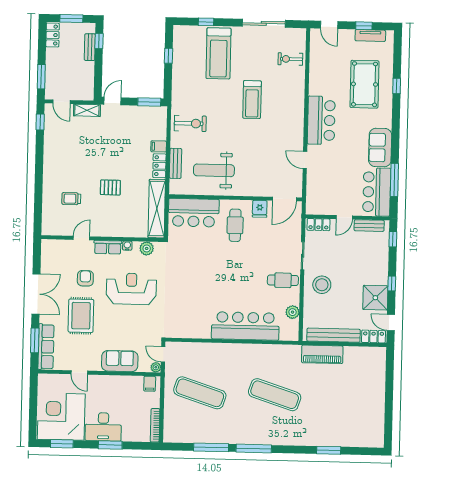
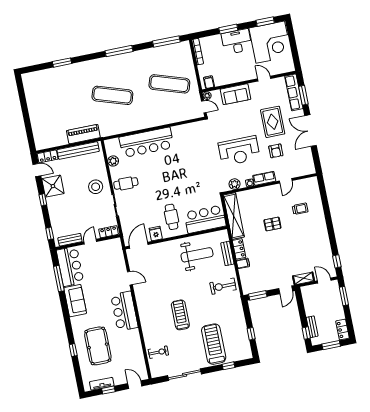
window: (211, 447) -> (166, 42), moved

